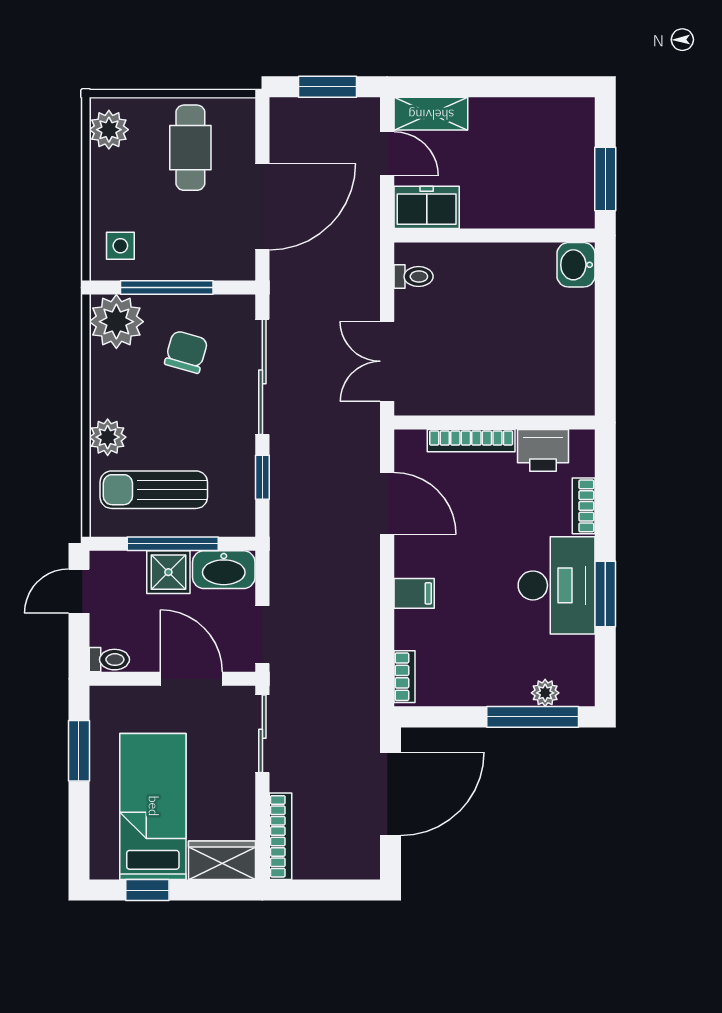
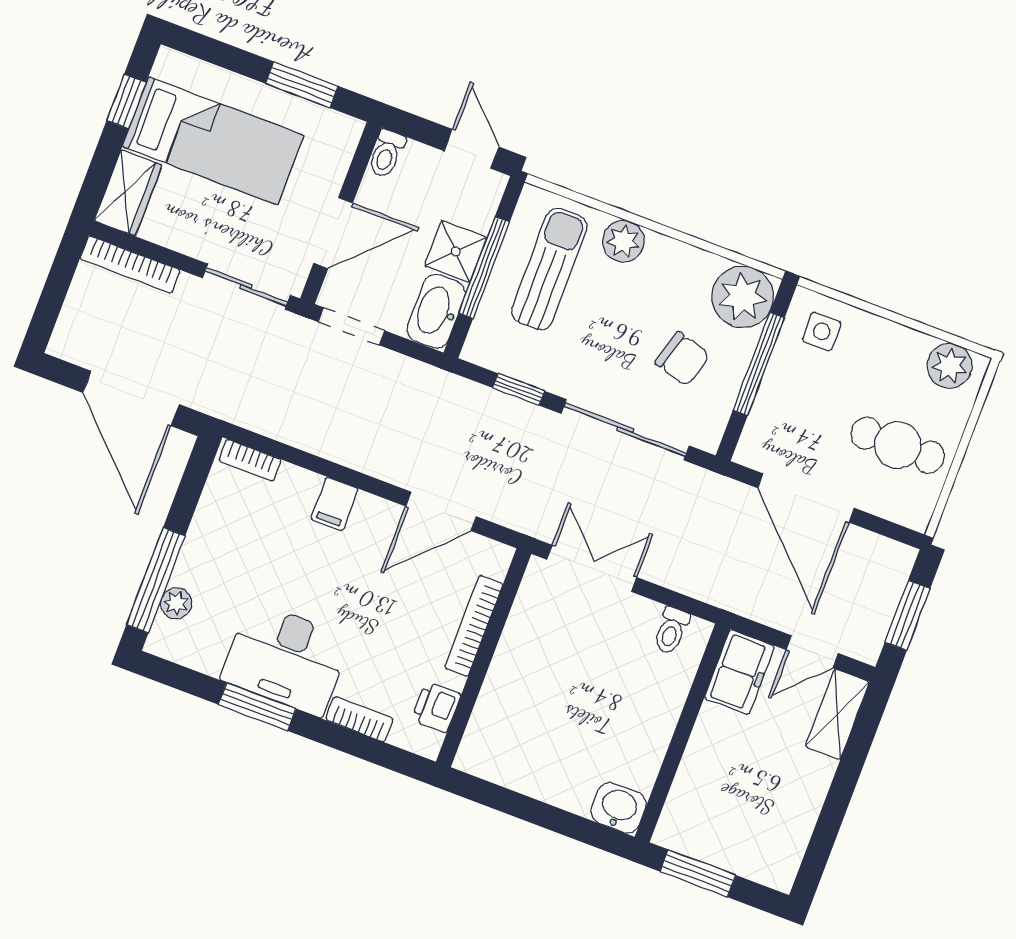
printer: (543, 450) -> (436, 707), width x0.73, depth x0.81

